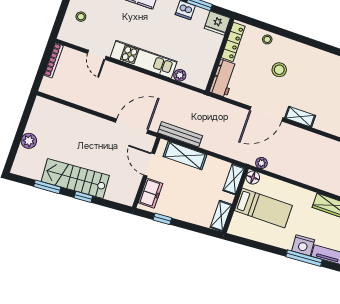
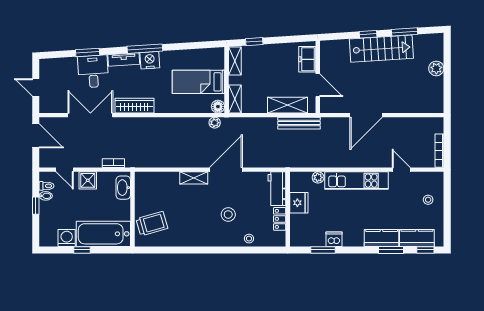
fridge: (217, 23) -> (299, 203), moved, turned 90
locker: (233, 42) -> (280, 219), width x0.66
door: (132, 126) -> (366, 115), moved
window: (162, 219) -> (254, 42), moved

